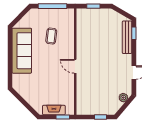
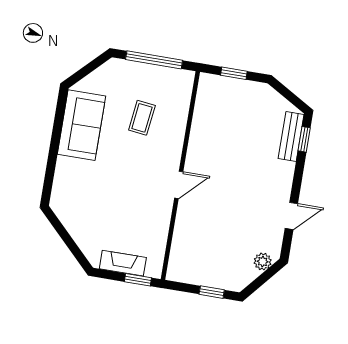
bench: (127, 37) -> (291, 136), width x0.73
sofa: (22, 51) -> (82, 125), width x0.73
door: (75, 66) -> (179, 185), swing flipped

